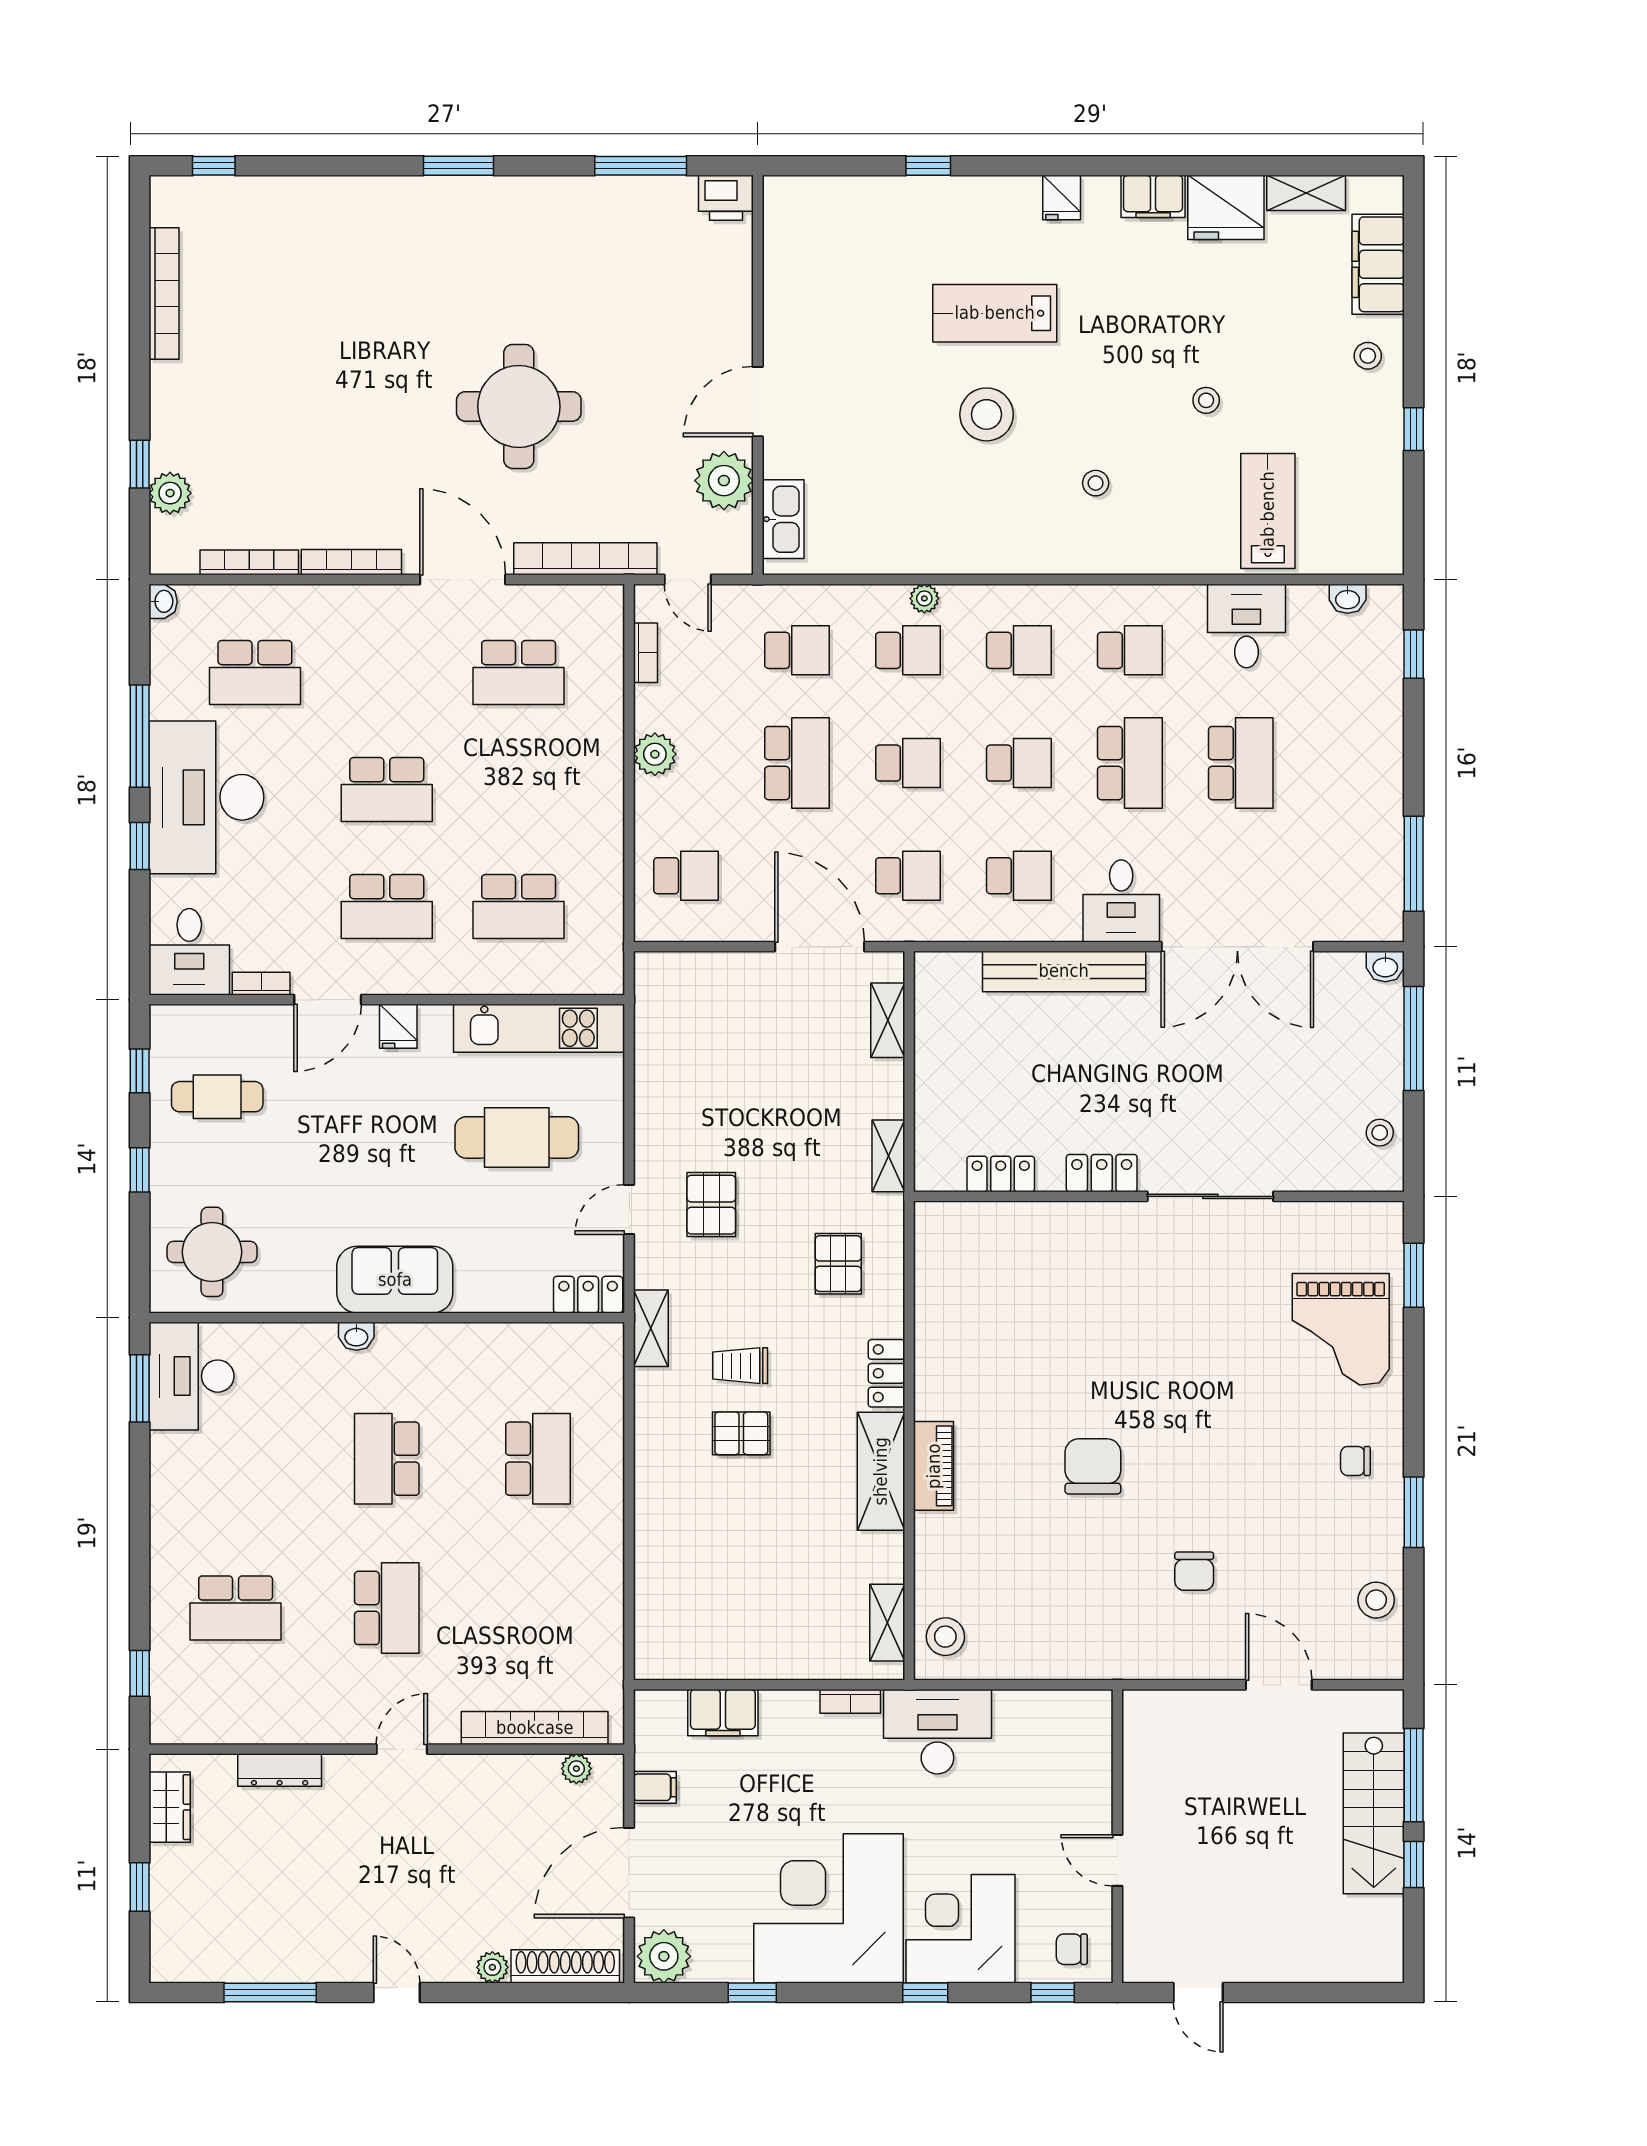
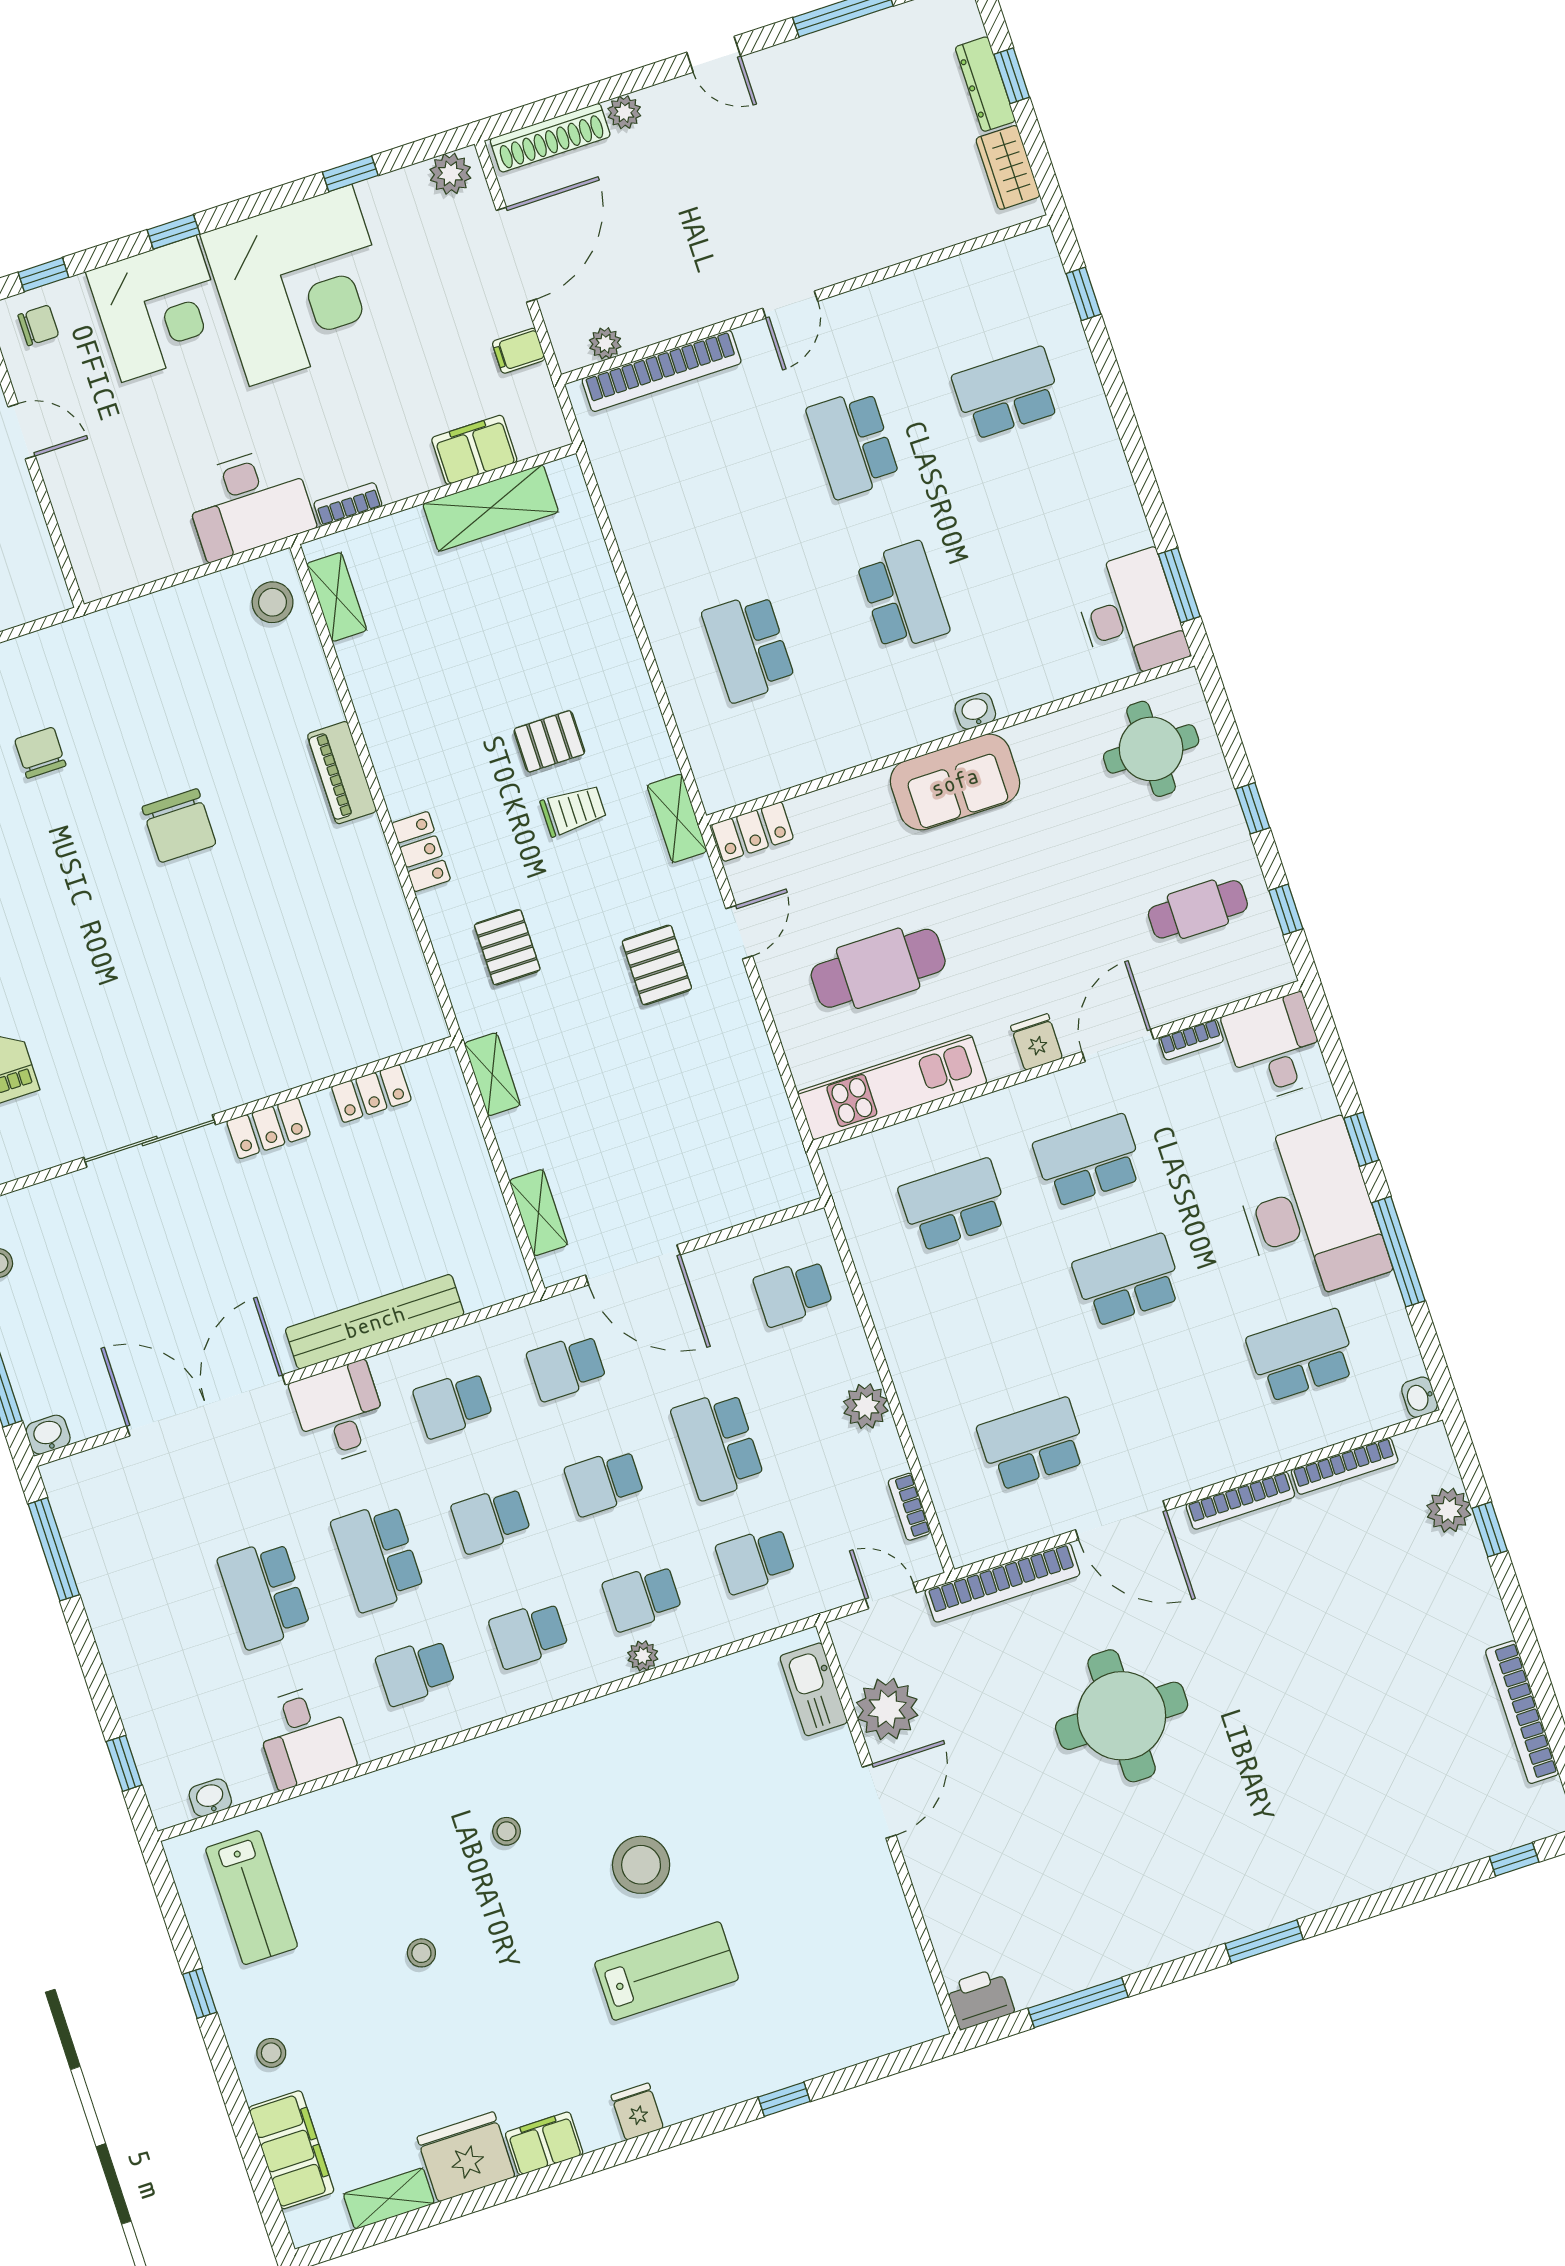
lab bench: (1268, 511) -> (252, 1898), moved
shelving: (881, 1471) -> (491, 508), moved, turned 90
dresser: (280, 1770) -> (985, 84), moved, turned -90
plant: (664, 1956) -> (450, 174), width x0.73, depth x0.73

